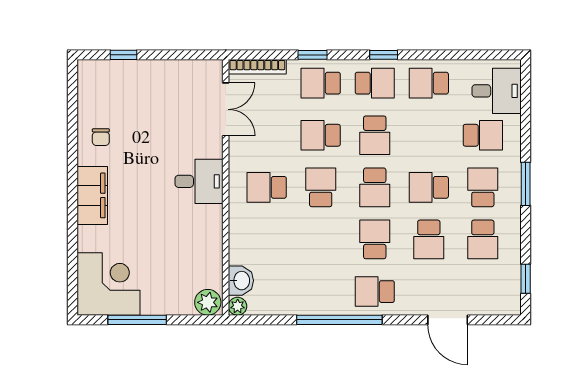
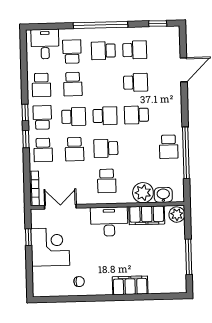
window: (124, 55) -> (28, 237), moved
window: (313, 55) -> (26, 139), moved
desk: (199, 181) -> (109, 222), width x1.37
window: (526, 184) -> (101, 25), width x2.11
school desk: (429, 187) -> (73, 84), moved
filing cabinet: (92, 195) -> (130, 285), moved
filing cabinet: (208, 252) -> (147, 215), added
corner desk: (108, 284) -> (50, 247), moved, turned 90
school desk: (375, 292) -> (169, 147), moved
plant: (238, 306) -> (143, 193), moved, width x1.88, depth x1.88
window: (339, 320) -> (186, 153), moved

